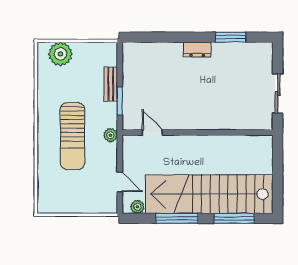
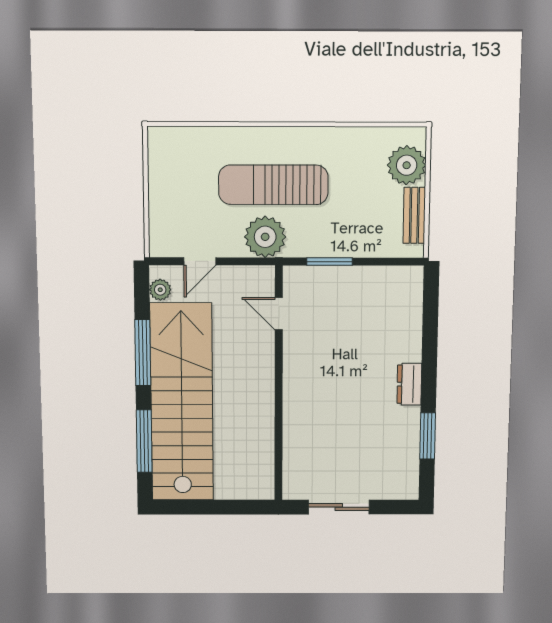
bench: (111, 84) -> (414, 215), moved, turned 90
door: (152, 133) -> (279, 314), swing flipped
plant: (110, 135) -> (265, 237), width x1.88, depth x1.88

